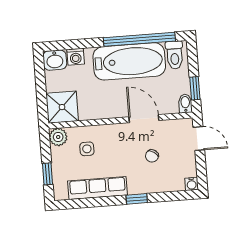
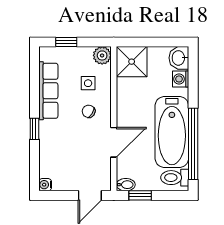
chair: (152, 156) -> (89, 111), moved

